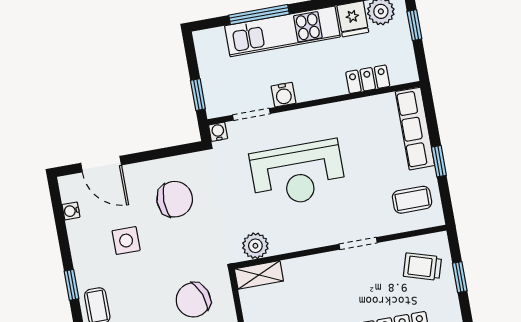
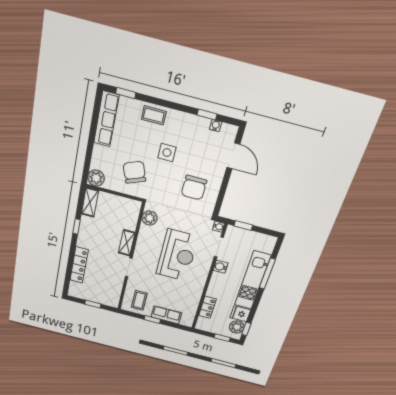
row of seats: (415, 129) -> (166, 315), width x0.68
door: (101, 164) -> (233, 156), swing flipped
reception desk: (298, 174) -> (177, 255), turned 180
side table: (126, 241) -> (167, 153), moved
trolley: (422, 267) -> (105, 291), removed
shelving: (259, 275) -> (127, 243), moved
window: (71, 285) -> (207, 115), moved

